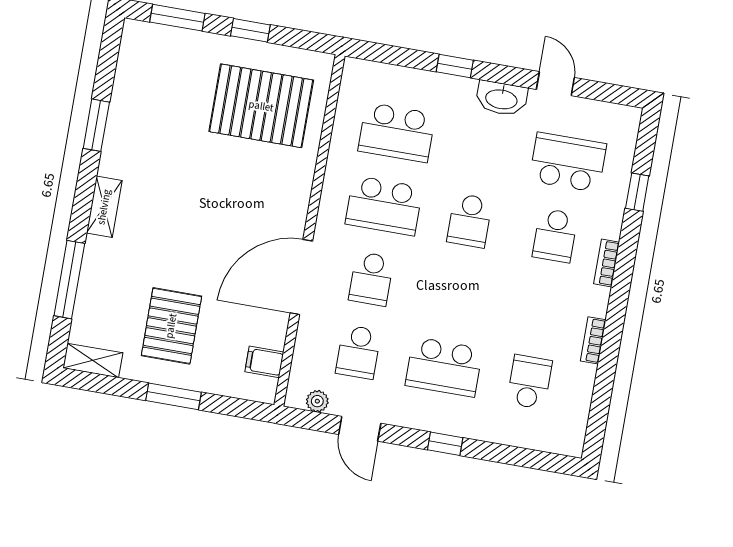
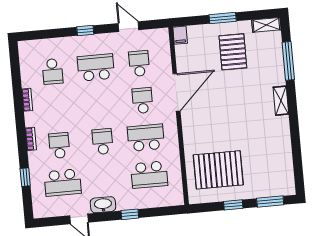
window: (96, 125) -> (295, 139), removed
school desk: (397, 132) -> (149, 175), turned 180
filing cabinet: (264, 362) -> (180, 35), moved, turned 90
plant: (317, 401) -> (153, 34), removed

